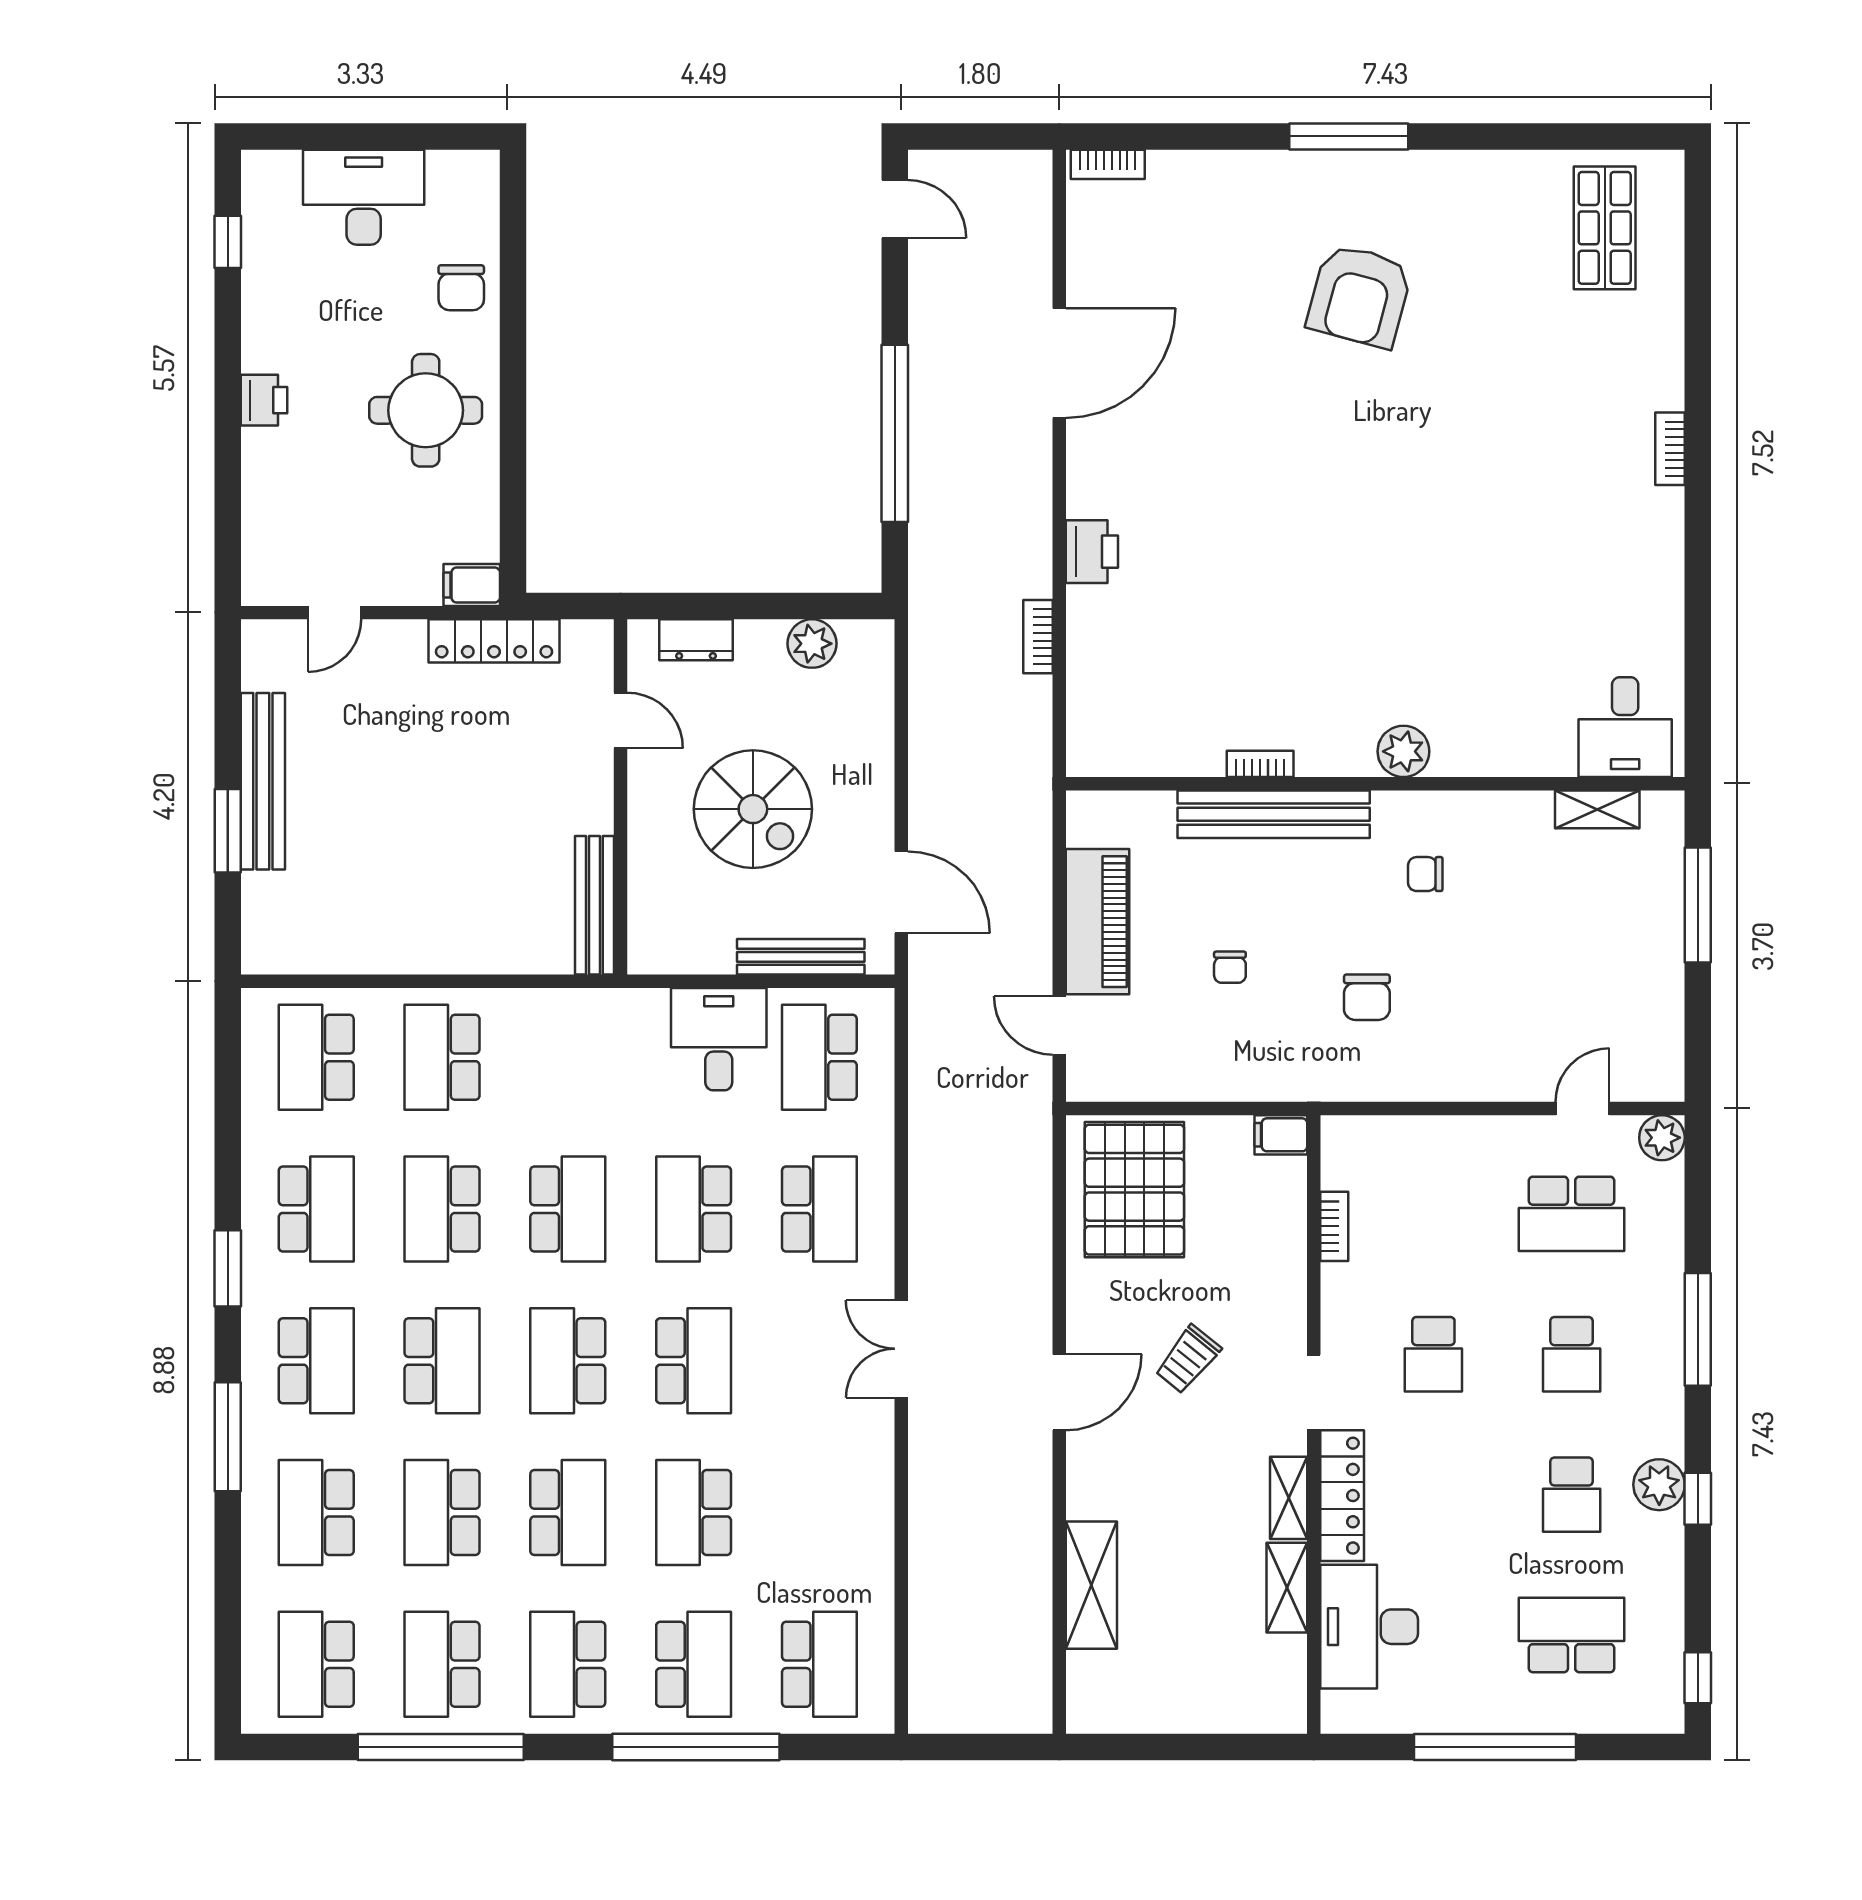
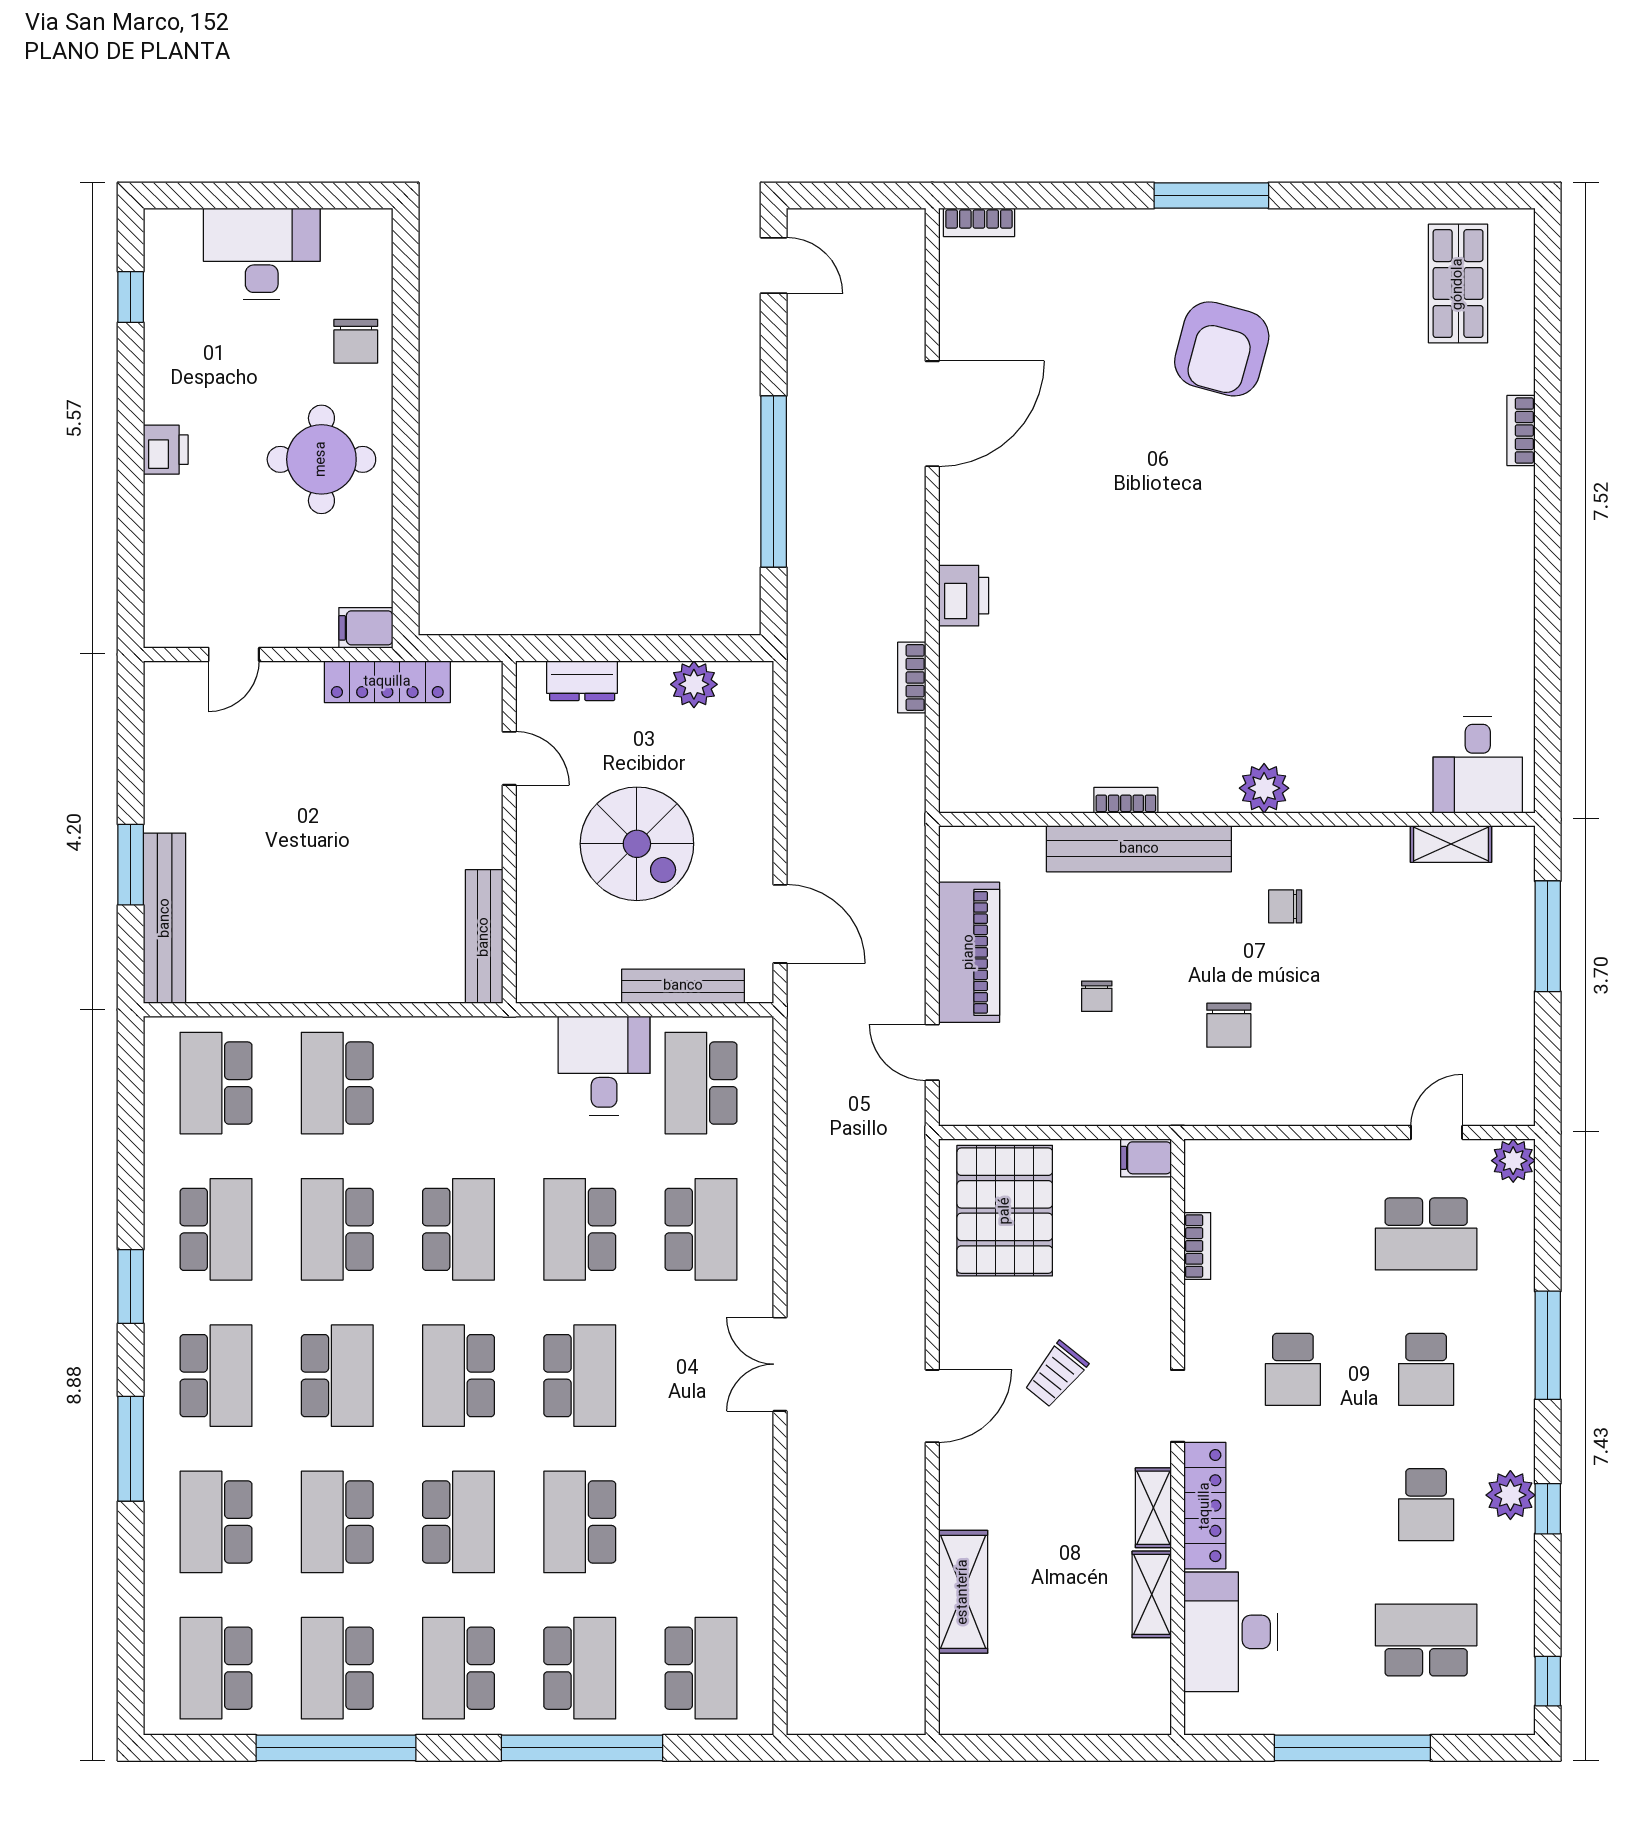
bookcase: (1670, 449) -> (1521, 431), moved
bench: (263, 781) -> (165, 918), moved

